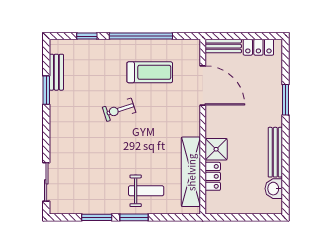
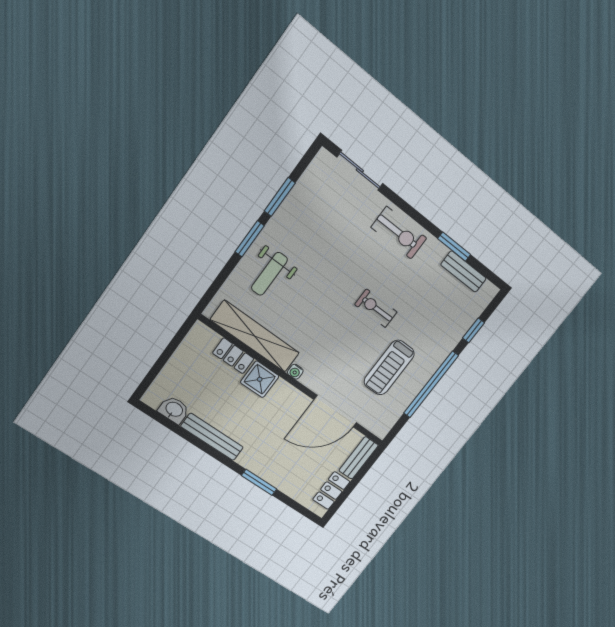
exercise bike: (119, 110) -> (376, 308), turned -72
water cooler: (195, 130) -> (295, 372), added
exercise bike: (64, 131) -> (399, 233), added

